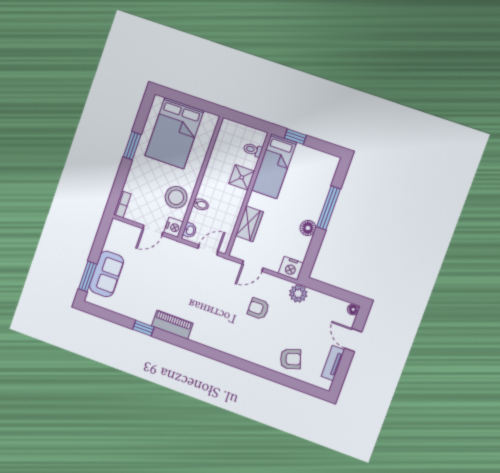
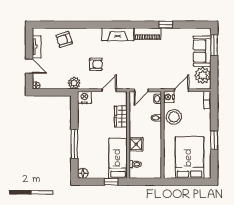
floor lamp: (308, 228) -> (83, 173), moved
plant: (117, 241) -> (203, 75), added
fireplace: (214, 339) -> (118, 34), added

